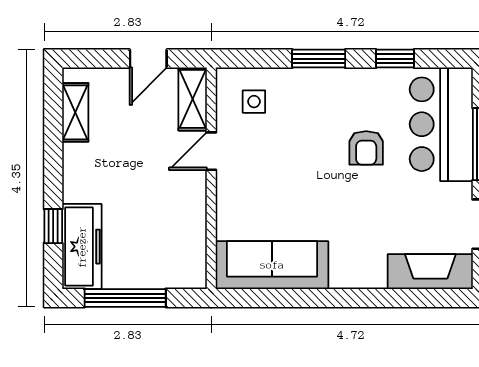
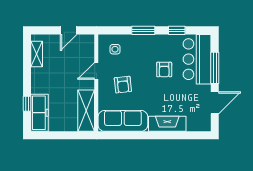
shelving: (193, 99) -> (86, 111), moved, width x1.50, depth x1.33
armchair: (272, 182) -> (123, 85), added
fireplace: (430, 272) -> (167, 124), moved
window: (125, 298) -> (59, 135), removed

